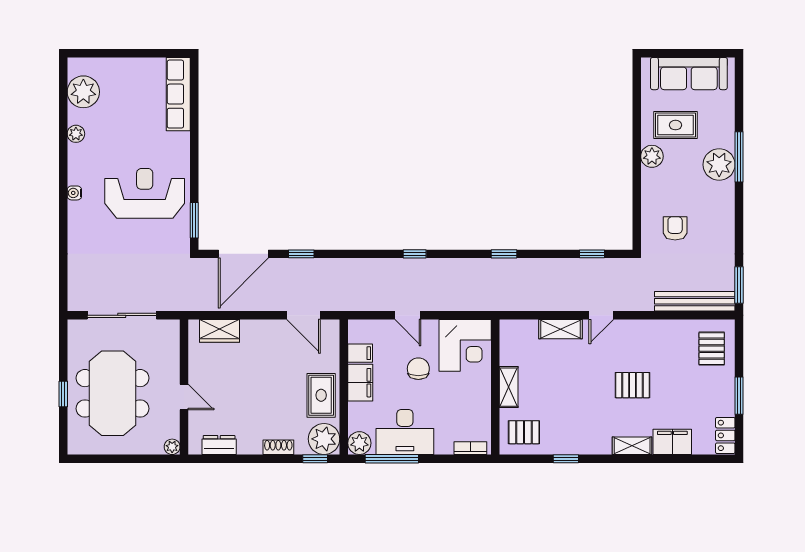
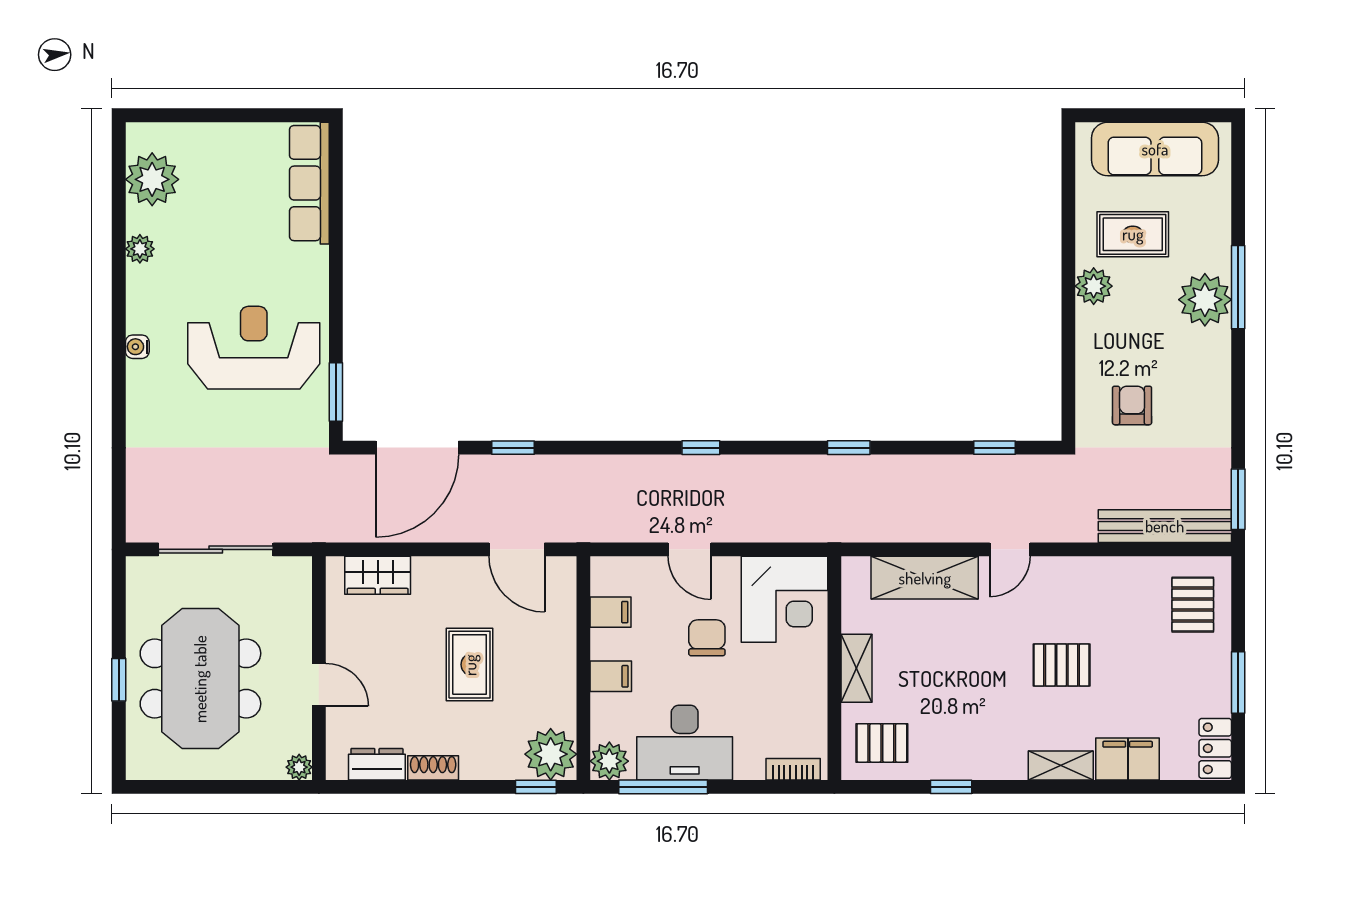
shelving: (561, 329) -> (925, 578), width x1.50, depth x1.33
filing cabinet: (360, 383) -> (611, 676), width x0.50
rug: (321, 395) -> (470, 665), moved
shoe rack: (278, 447) -> (433, 768), moved

